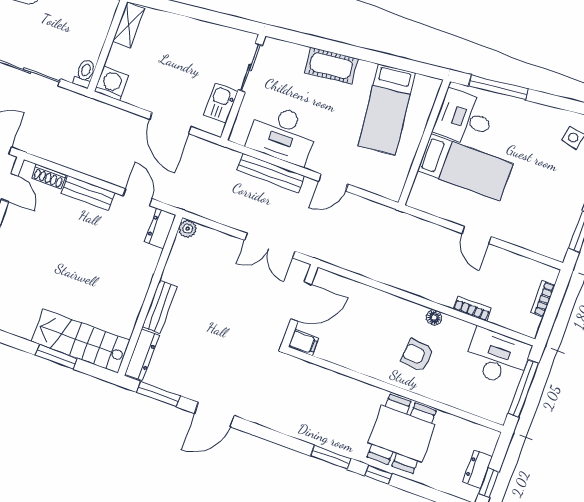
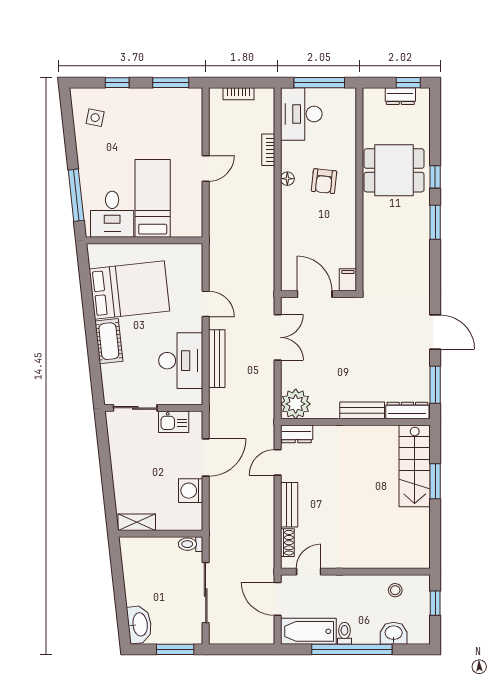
washing machine: (112, 83) -> (191, 491), moved
bed: (387, 109) -> (129, 290), width x1.50
plant: (188, 229) -> (296, 404), width x1.87, depth x1.87

